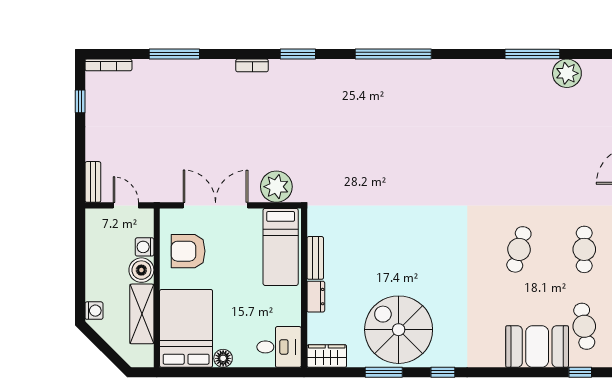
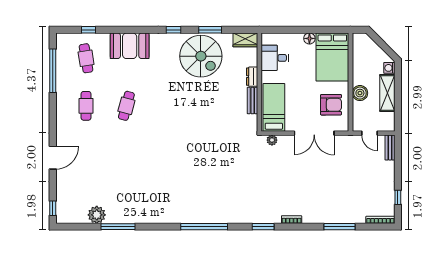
plant: (276, 187) -> (272, 140), width x0.53, depth x0.53
washing machine: (145, 247) -> (358, 107), removed
shelving: (142, 314) -> (387, 93), moved
booth: (537, 346) -> (130, 46), moved
desk: (279, 347) -> (275, 58), moved

